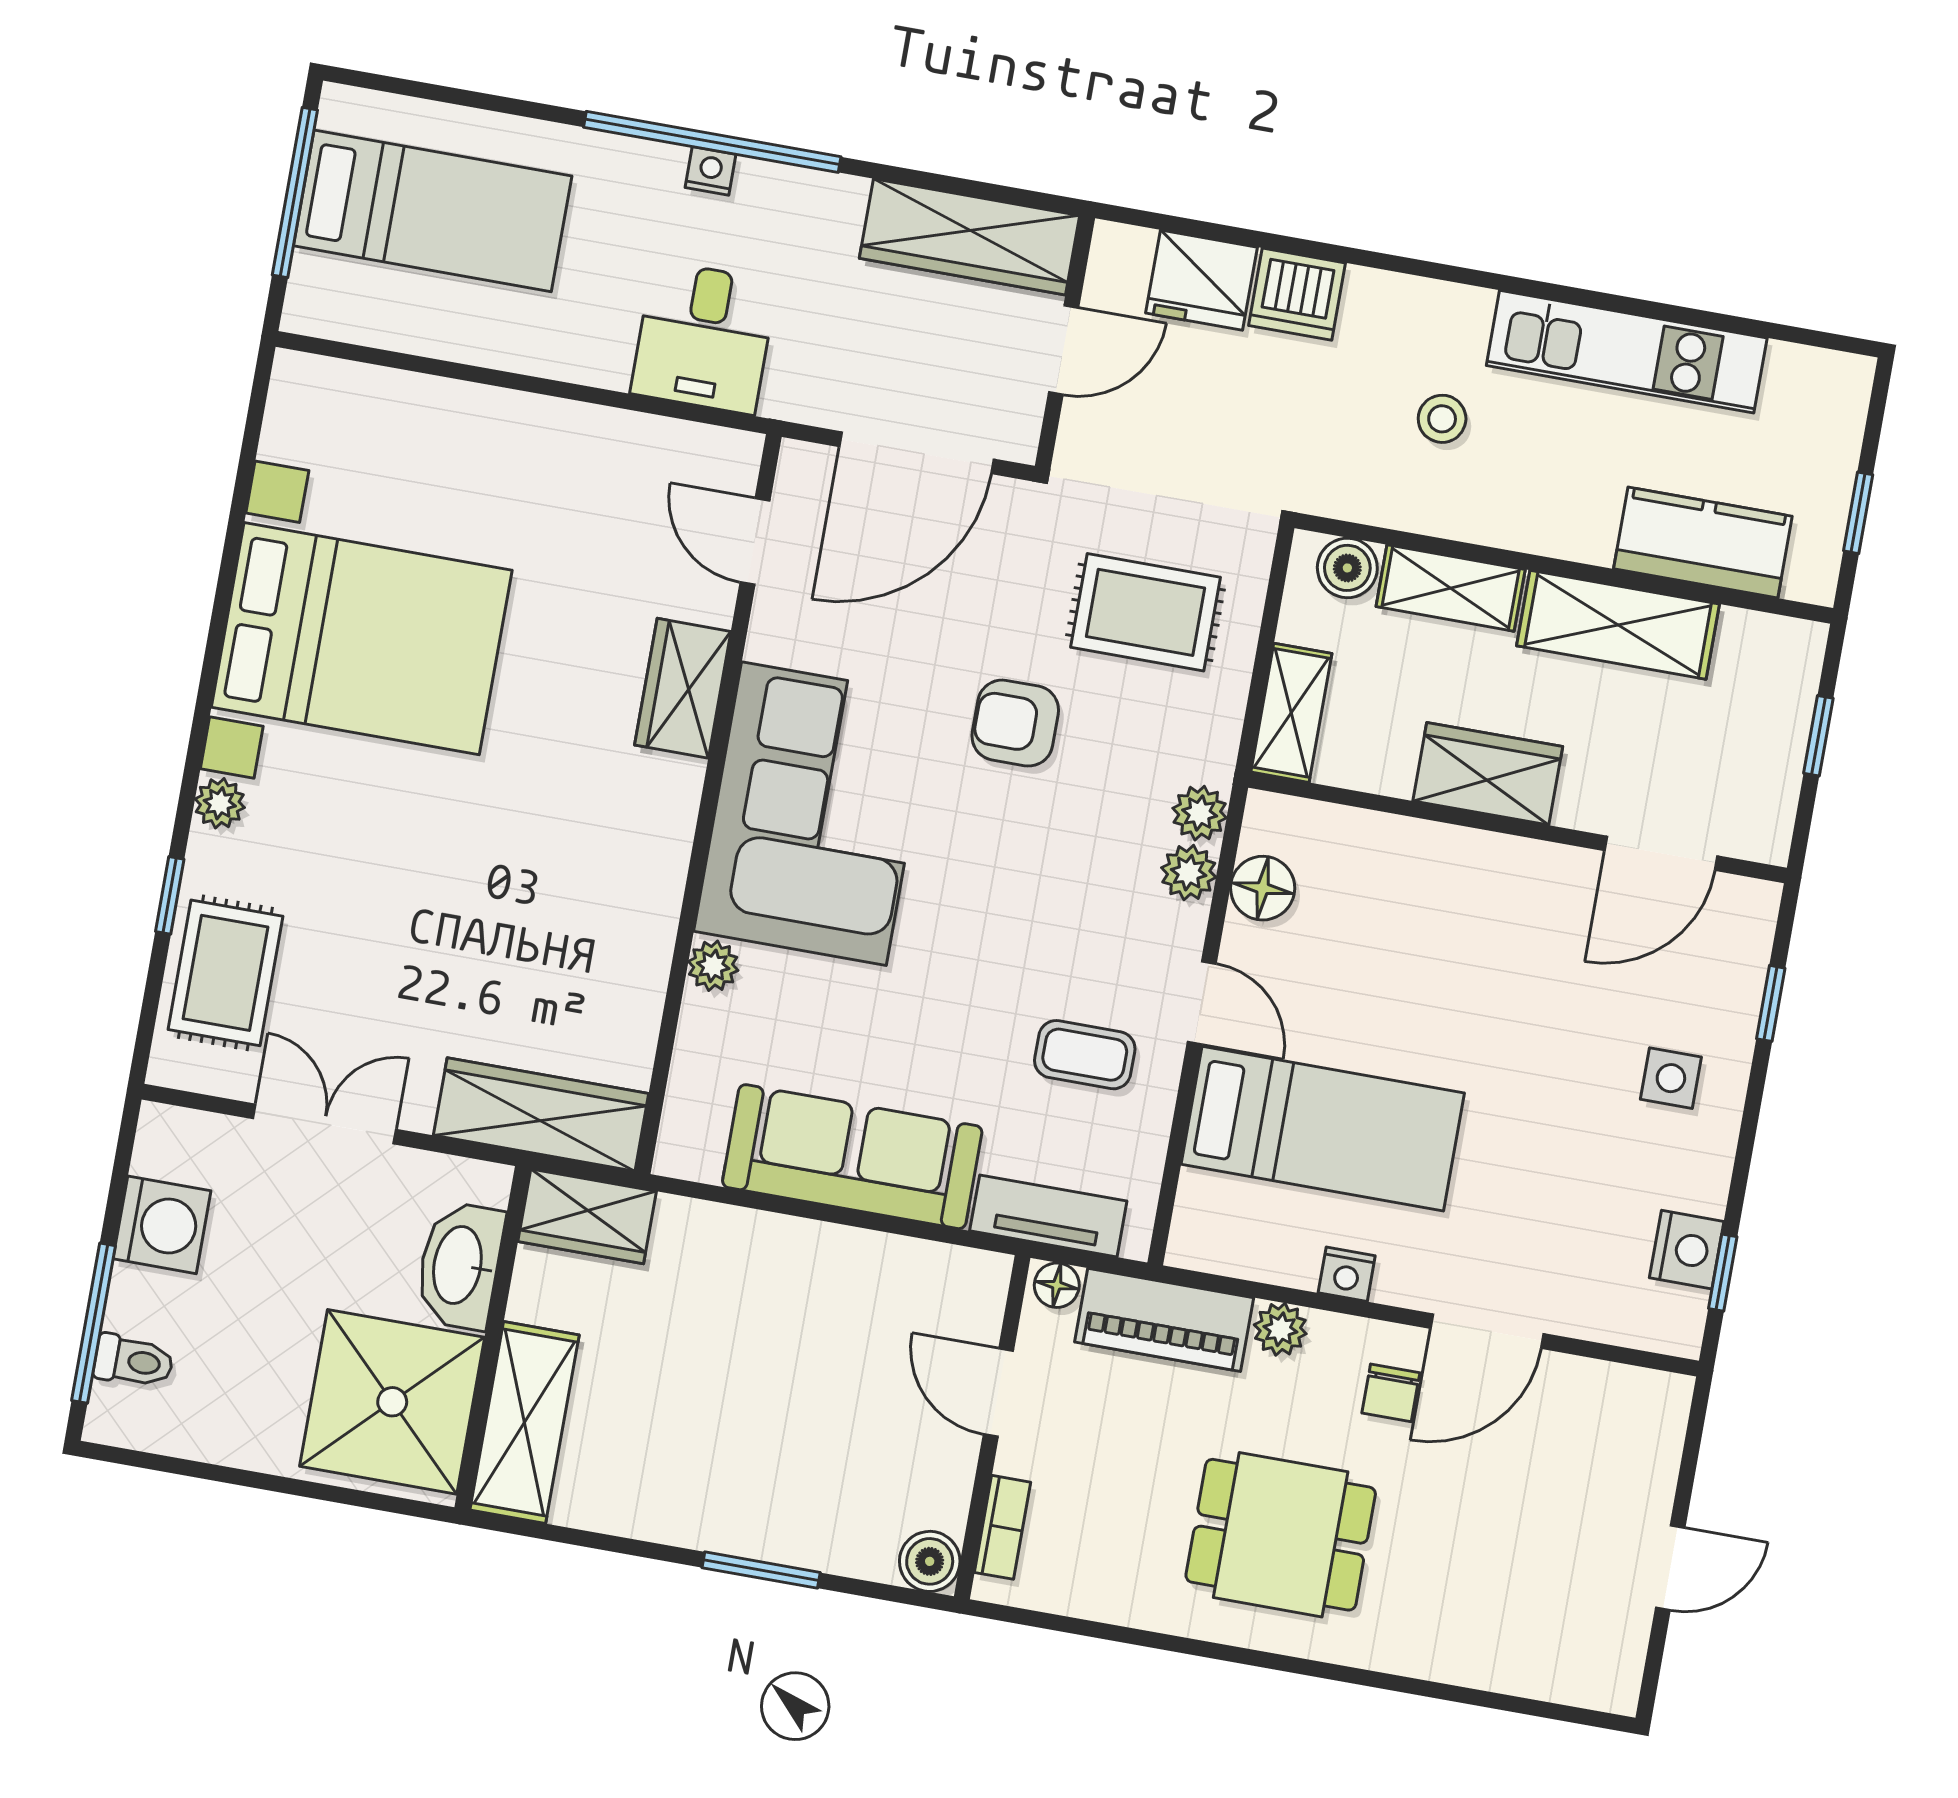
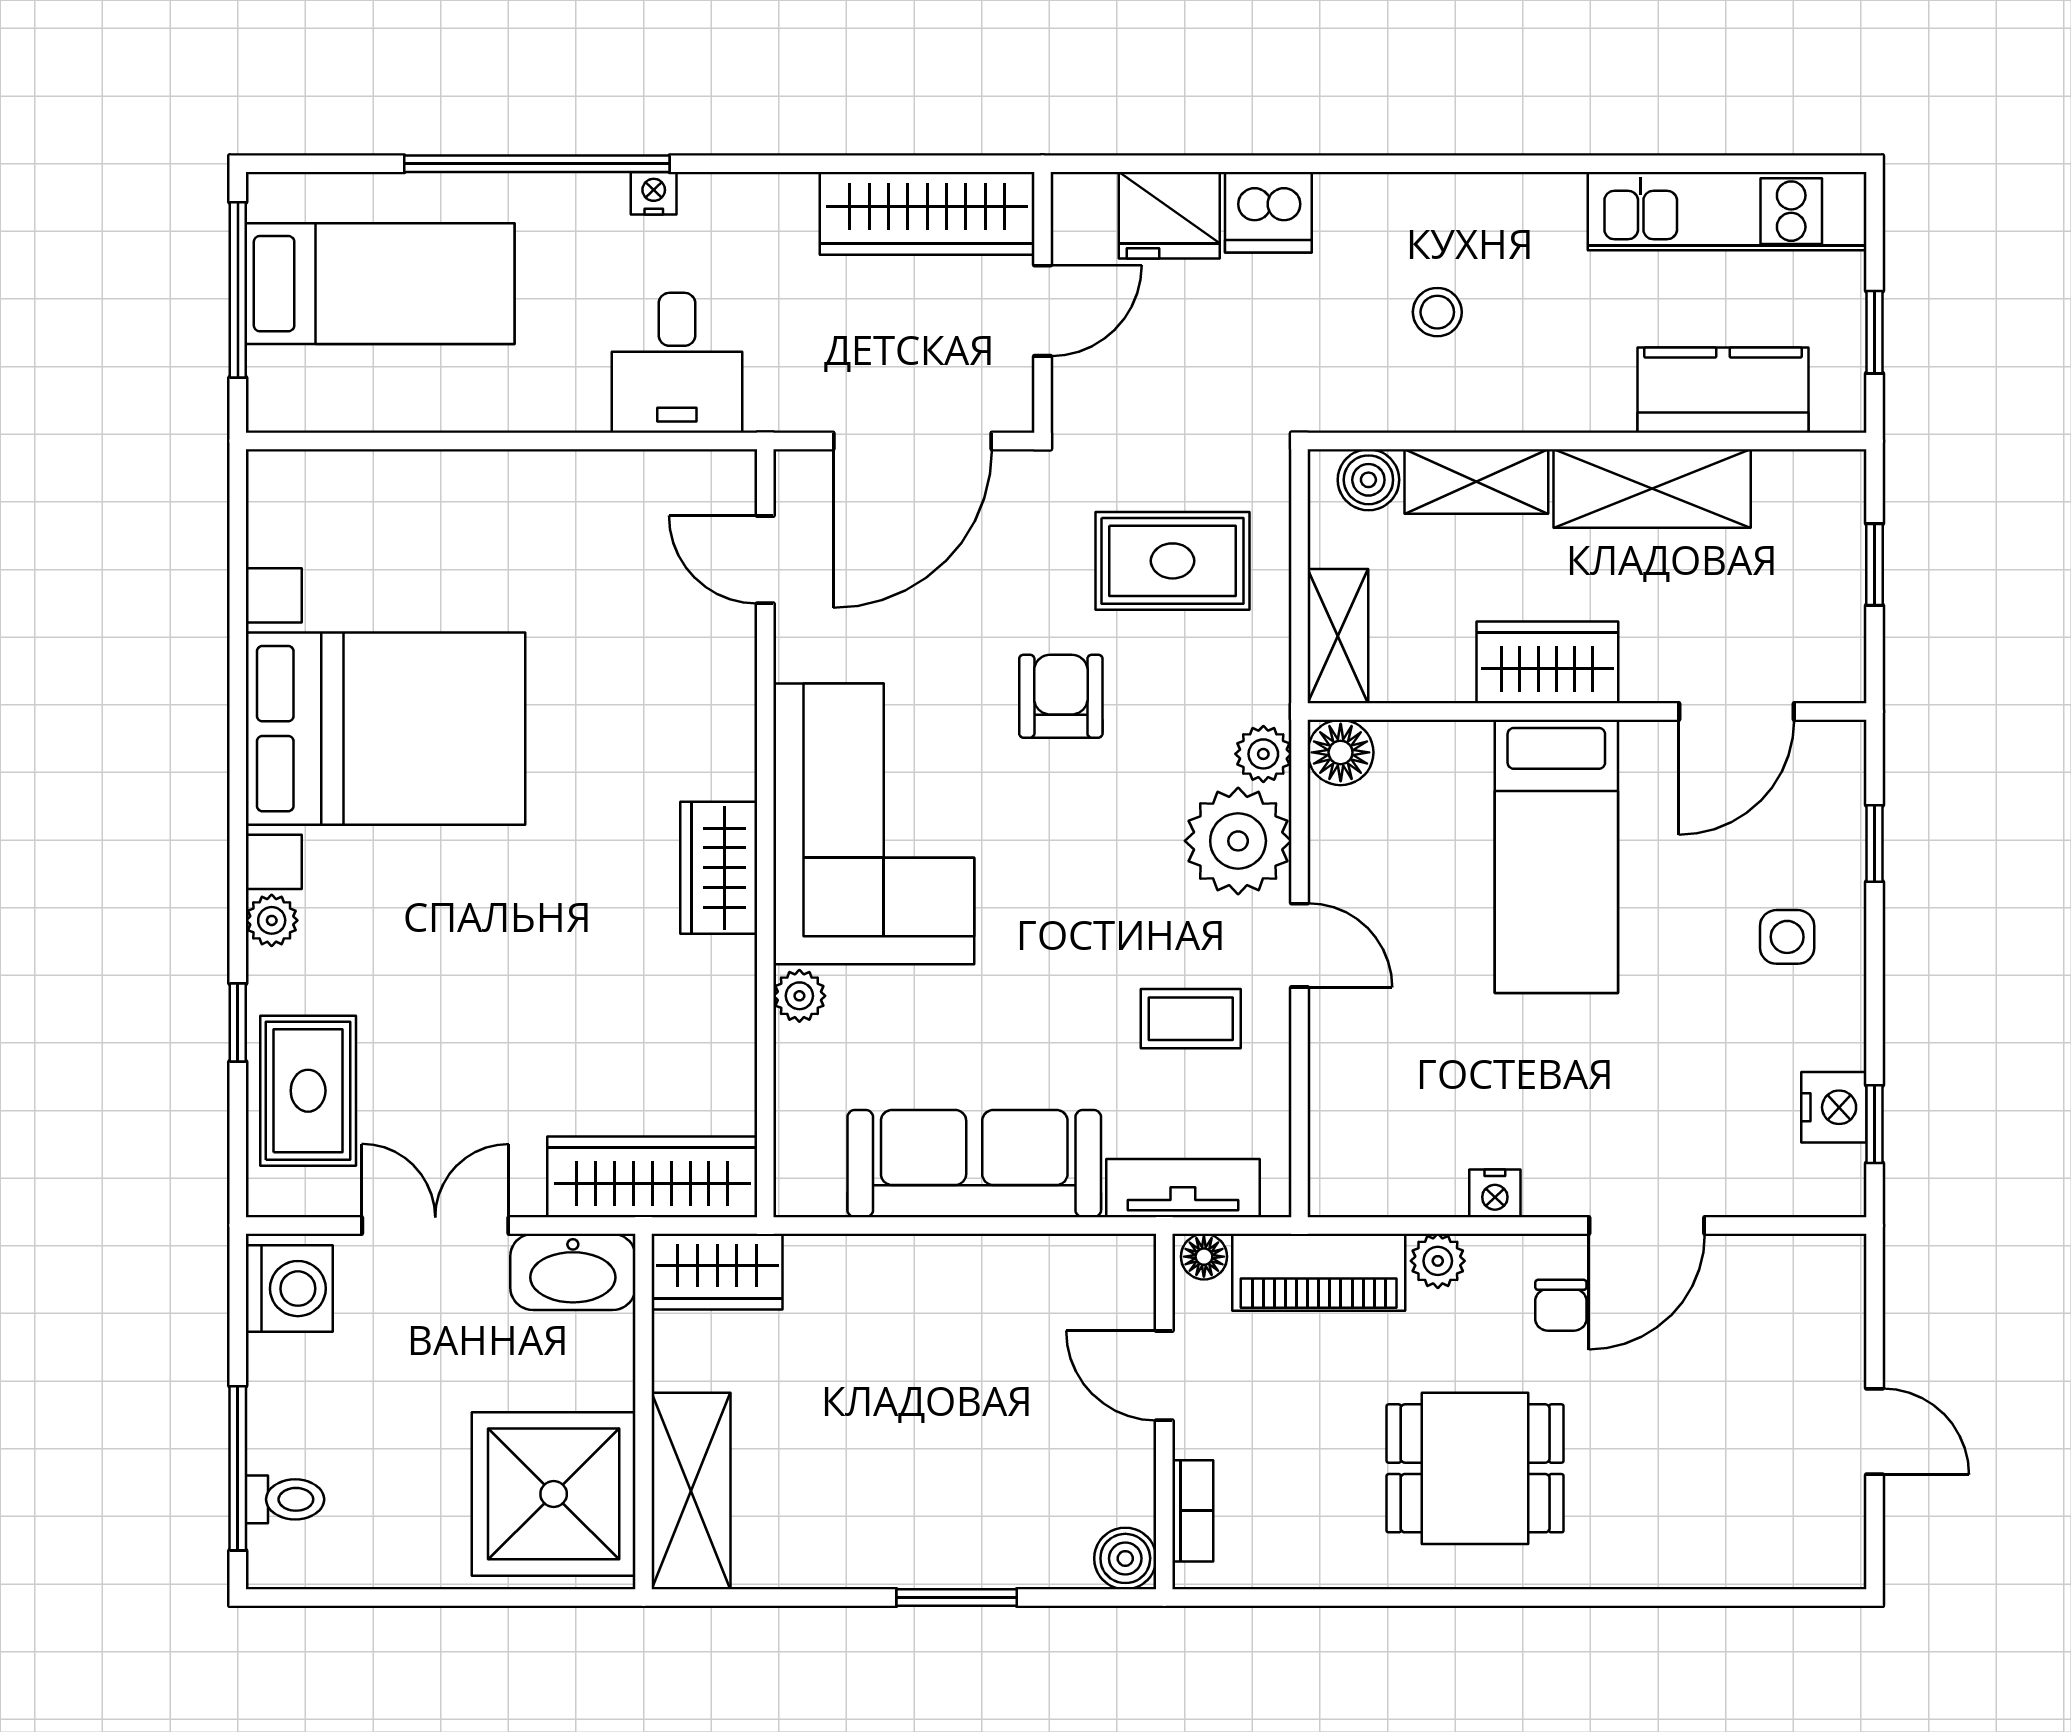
window: (712, 142) -> (537, 164), moved
kitchen unit: (1627, 352) -> (1727, 211), moved
wardrobe: (683, 688) -> (719, 868), moved
armchair: (1015, 723) -> (1061, 696), turned 90
plant: (1189, 873) -> (1238, 841), width x1.87, depth x1.87
floor lamp: (1263, 888) -> (1341, 752), moved
bed: (1323, 1129) -> (1556, 856), moved, turned 90
washing machine: (162, 1225) -> (289, 1289), moved
washbasin: (460, 1265) -> (573, 1272), moved, turned -90
door: (1670, 1568) -> (1874, 1432), hinge flipped

